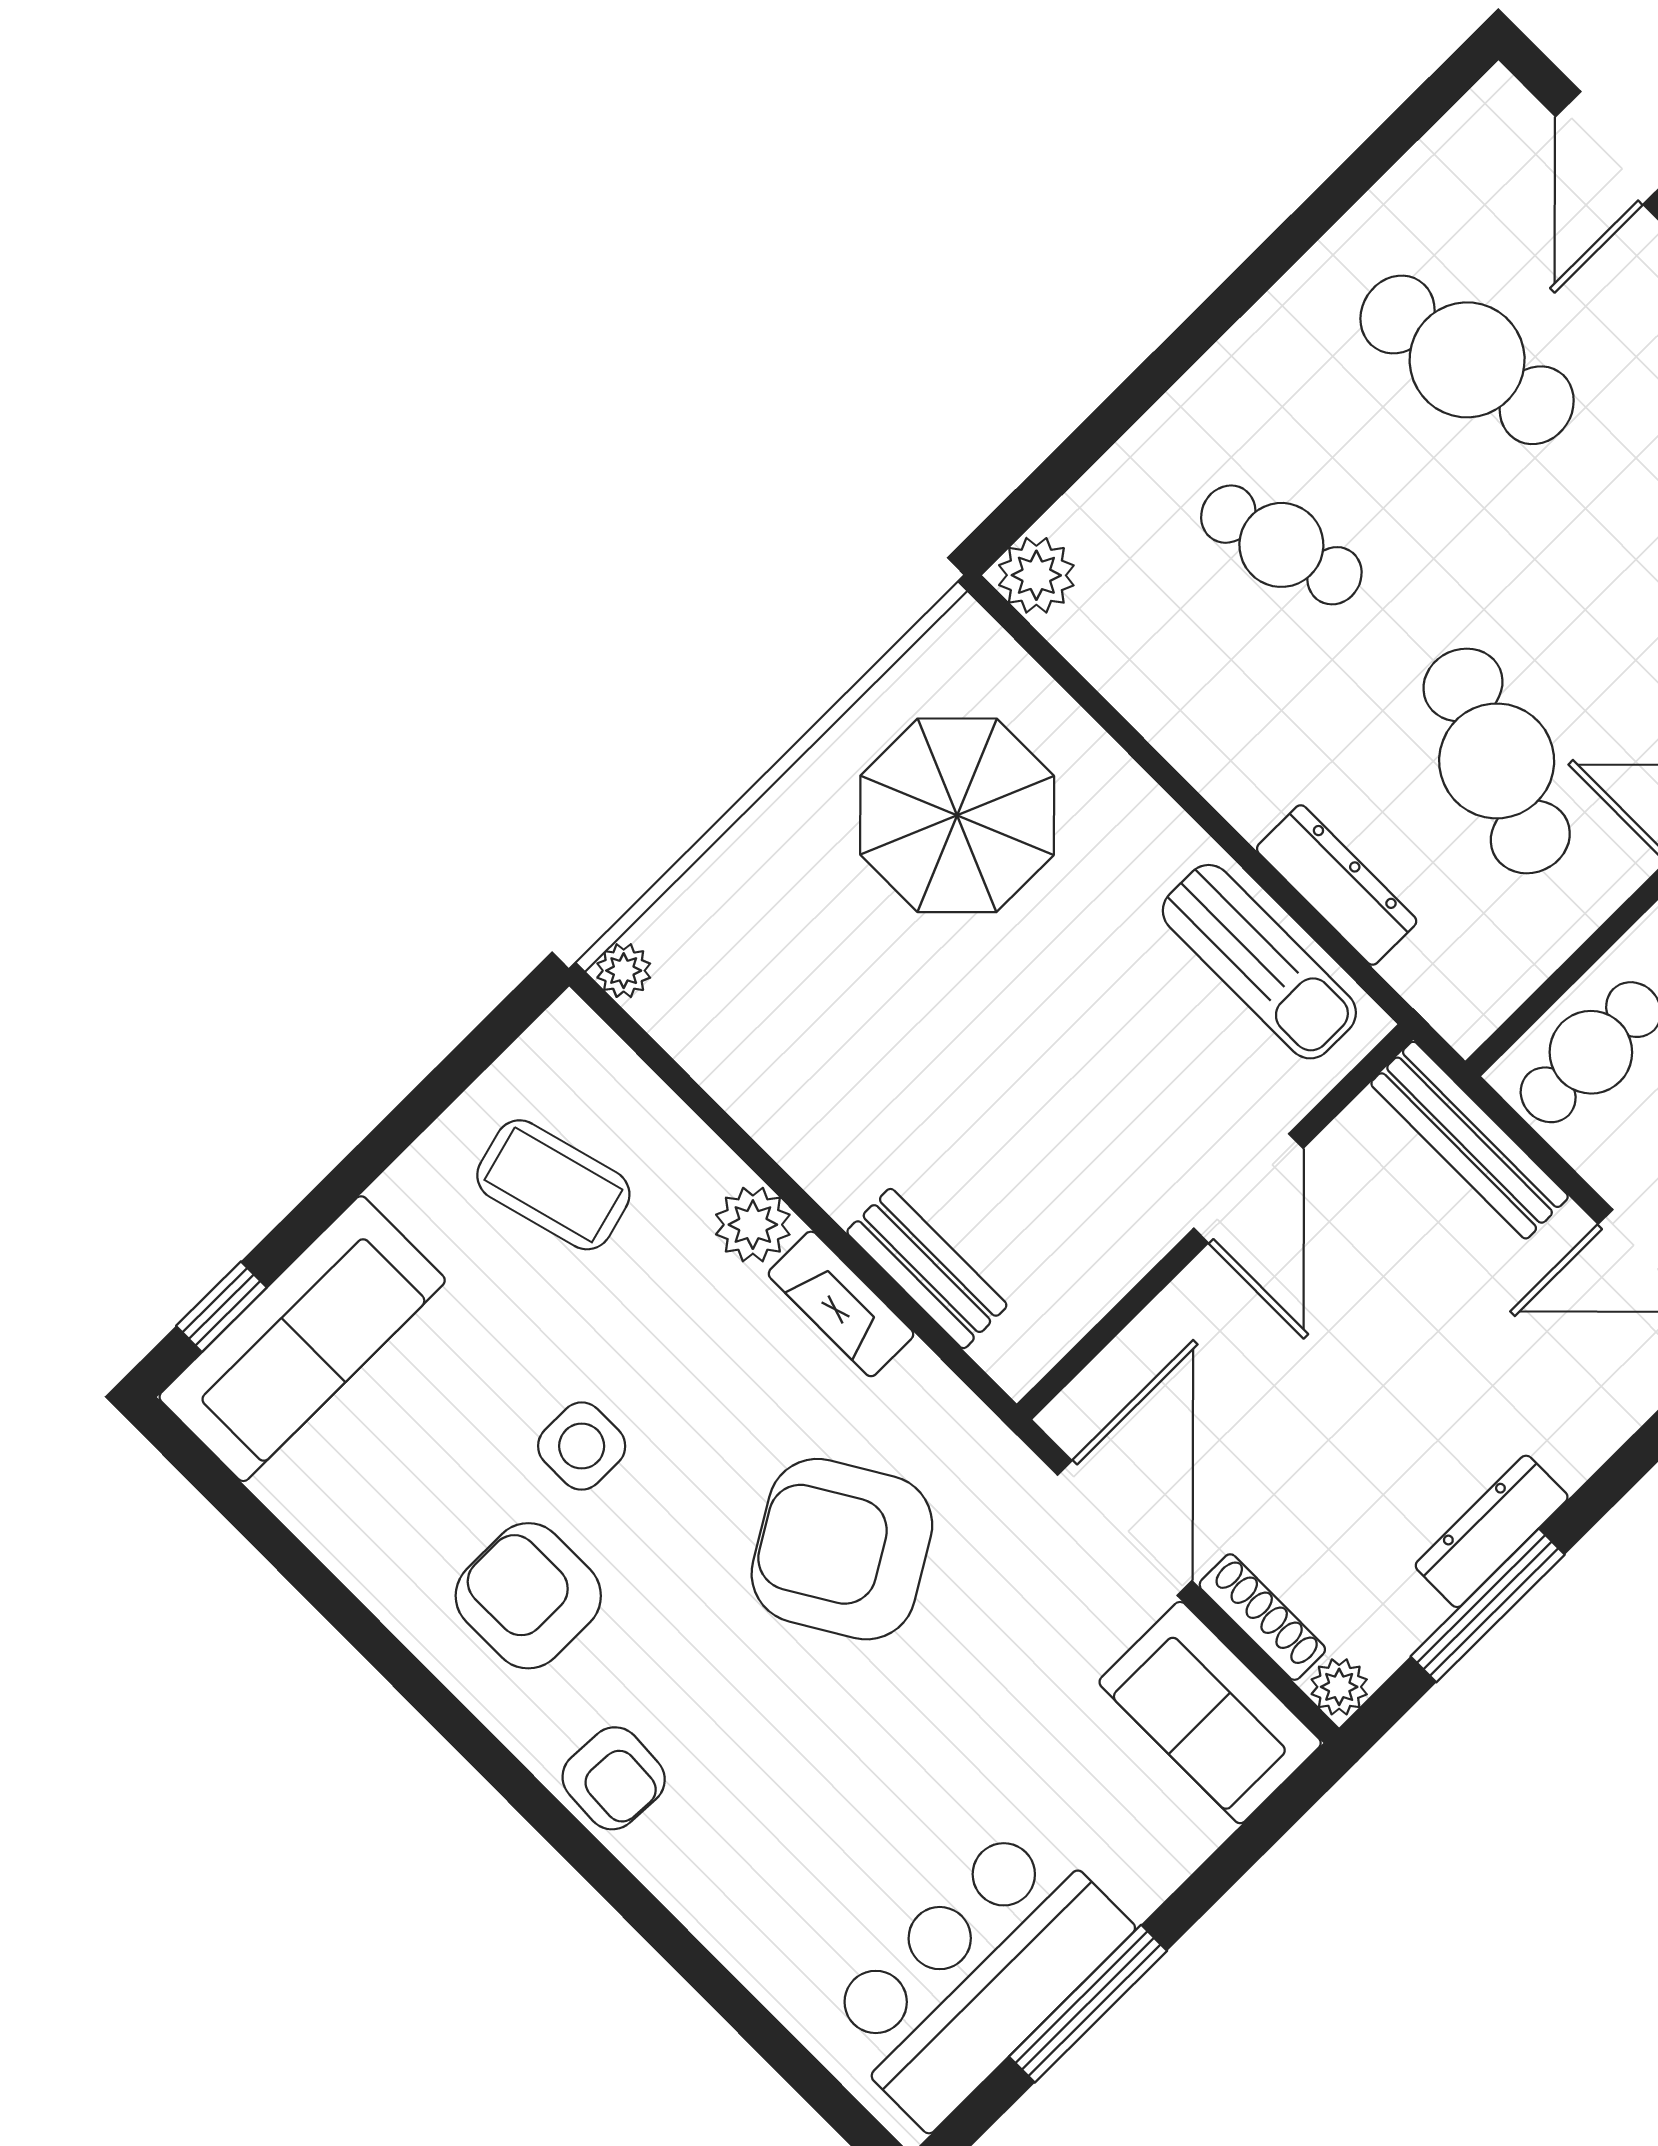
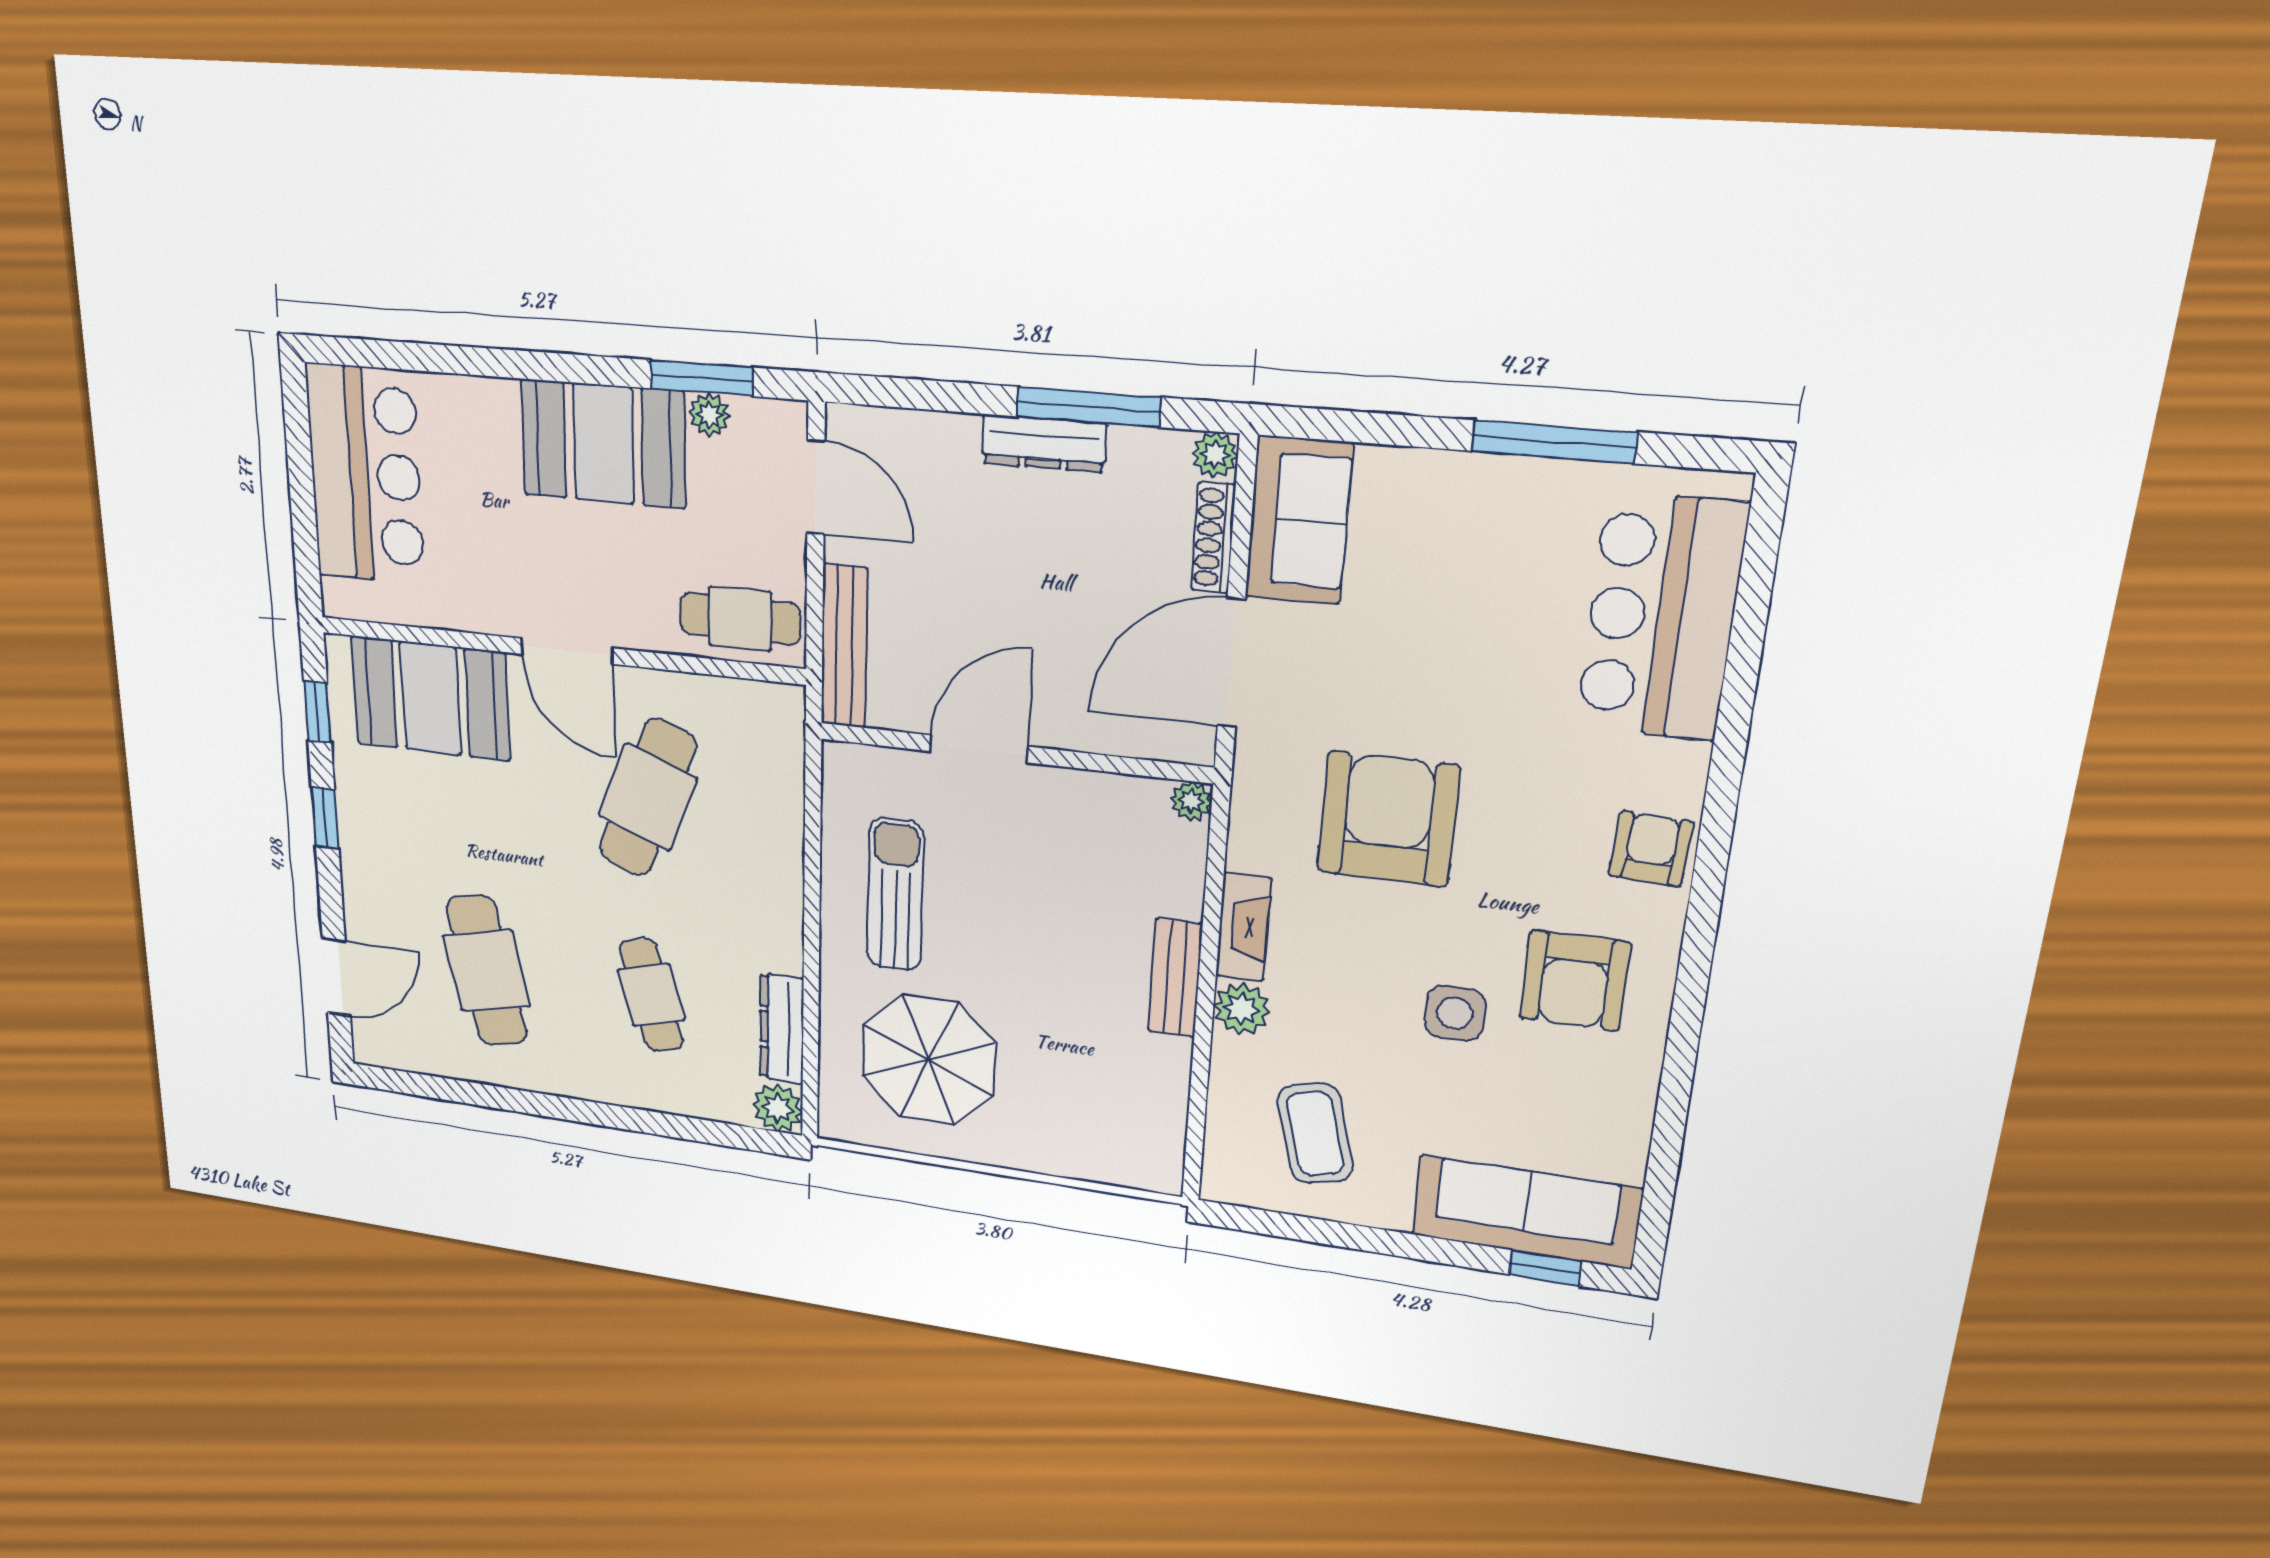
dresser: (1337, 885) -> (782, 1029), moved
sun lounger: (1259, 962) -> (895, 895), moved
plant: (624, 971) -> (1191, 801), moved
bench: (927, 1269) -> (1175, 978), moved
armchair: (842, 1549) -> (1388, 819), turned -149
bar counter: (976, 1974) -> (1661, 617), moved, turned 90

